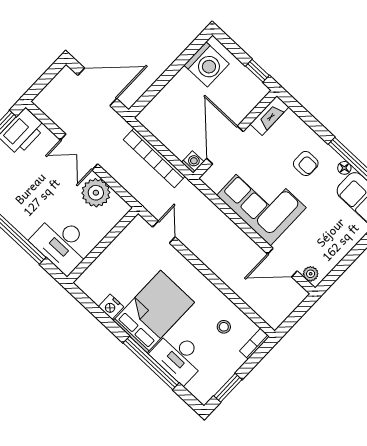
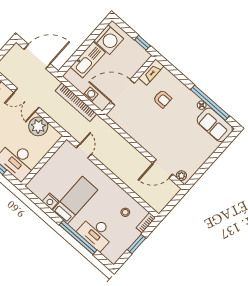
kitchen sink: (174, 94) -> (88, 60), added
door: (225, 145) -> (122, 92), hinge flipped
washing machine: (193, 162) -> (91, 95), moved
armchair: (306, 164) -> (162, 99), moved
corner sofa: (261, 201) -> (148, 129), removed
bed: (154, 312) -> (75, 200), width x0.67
window: (228, 388) -> (137, 244), moved

